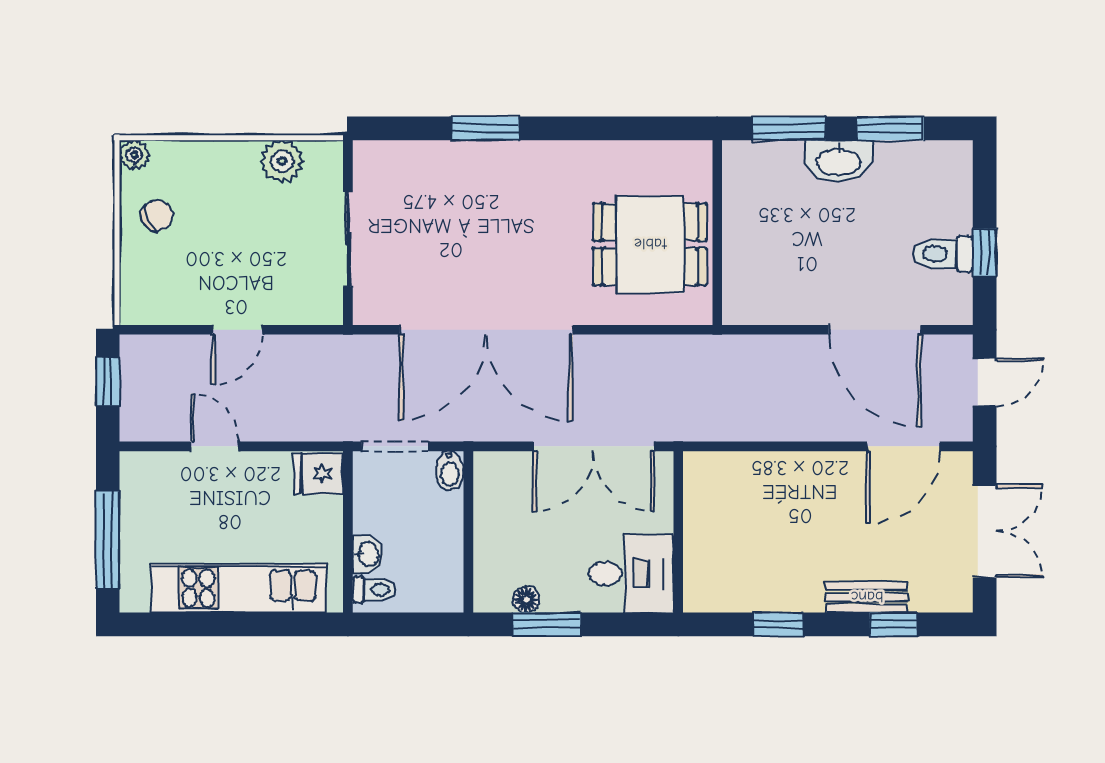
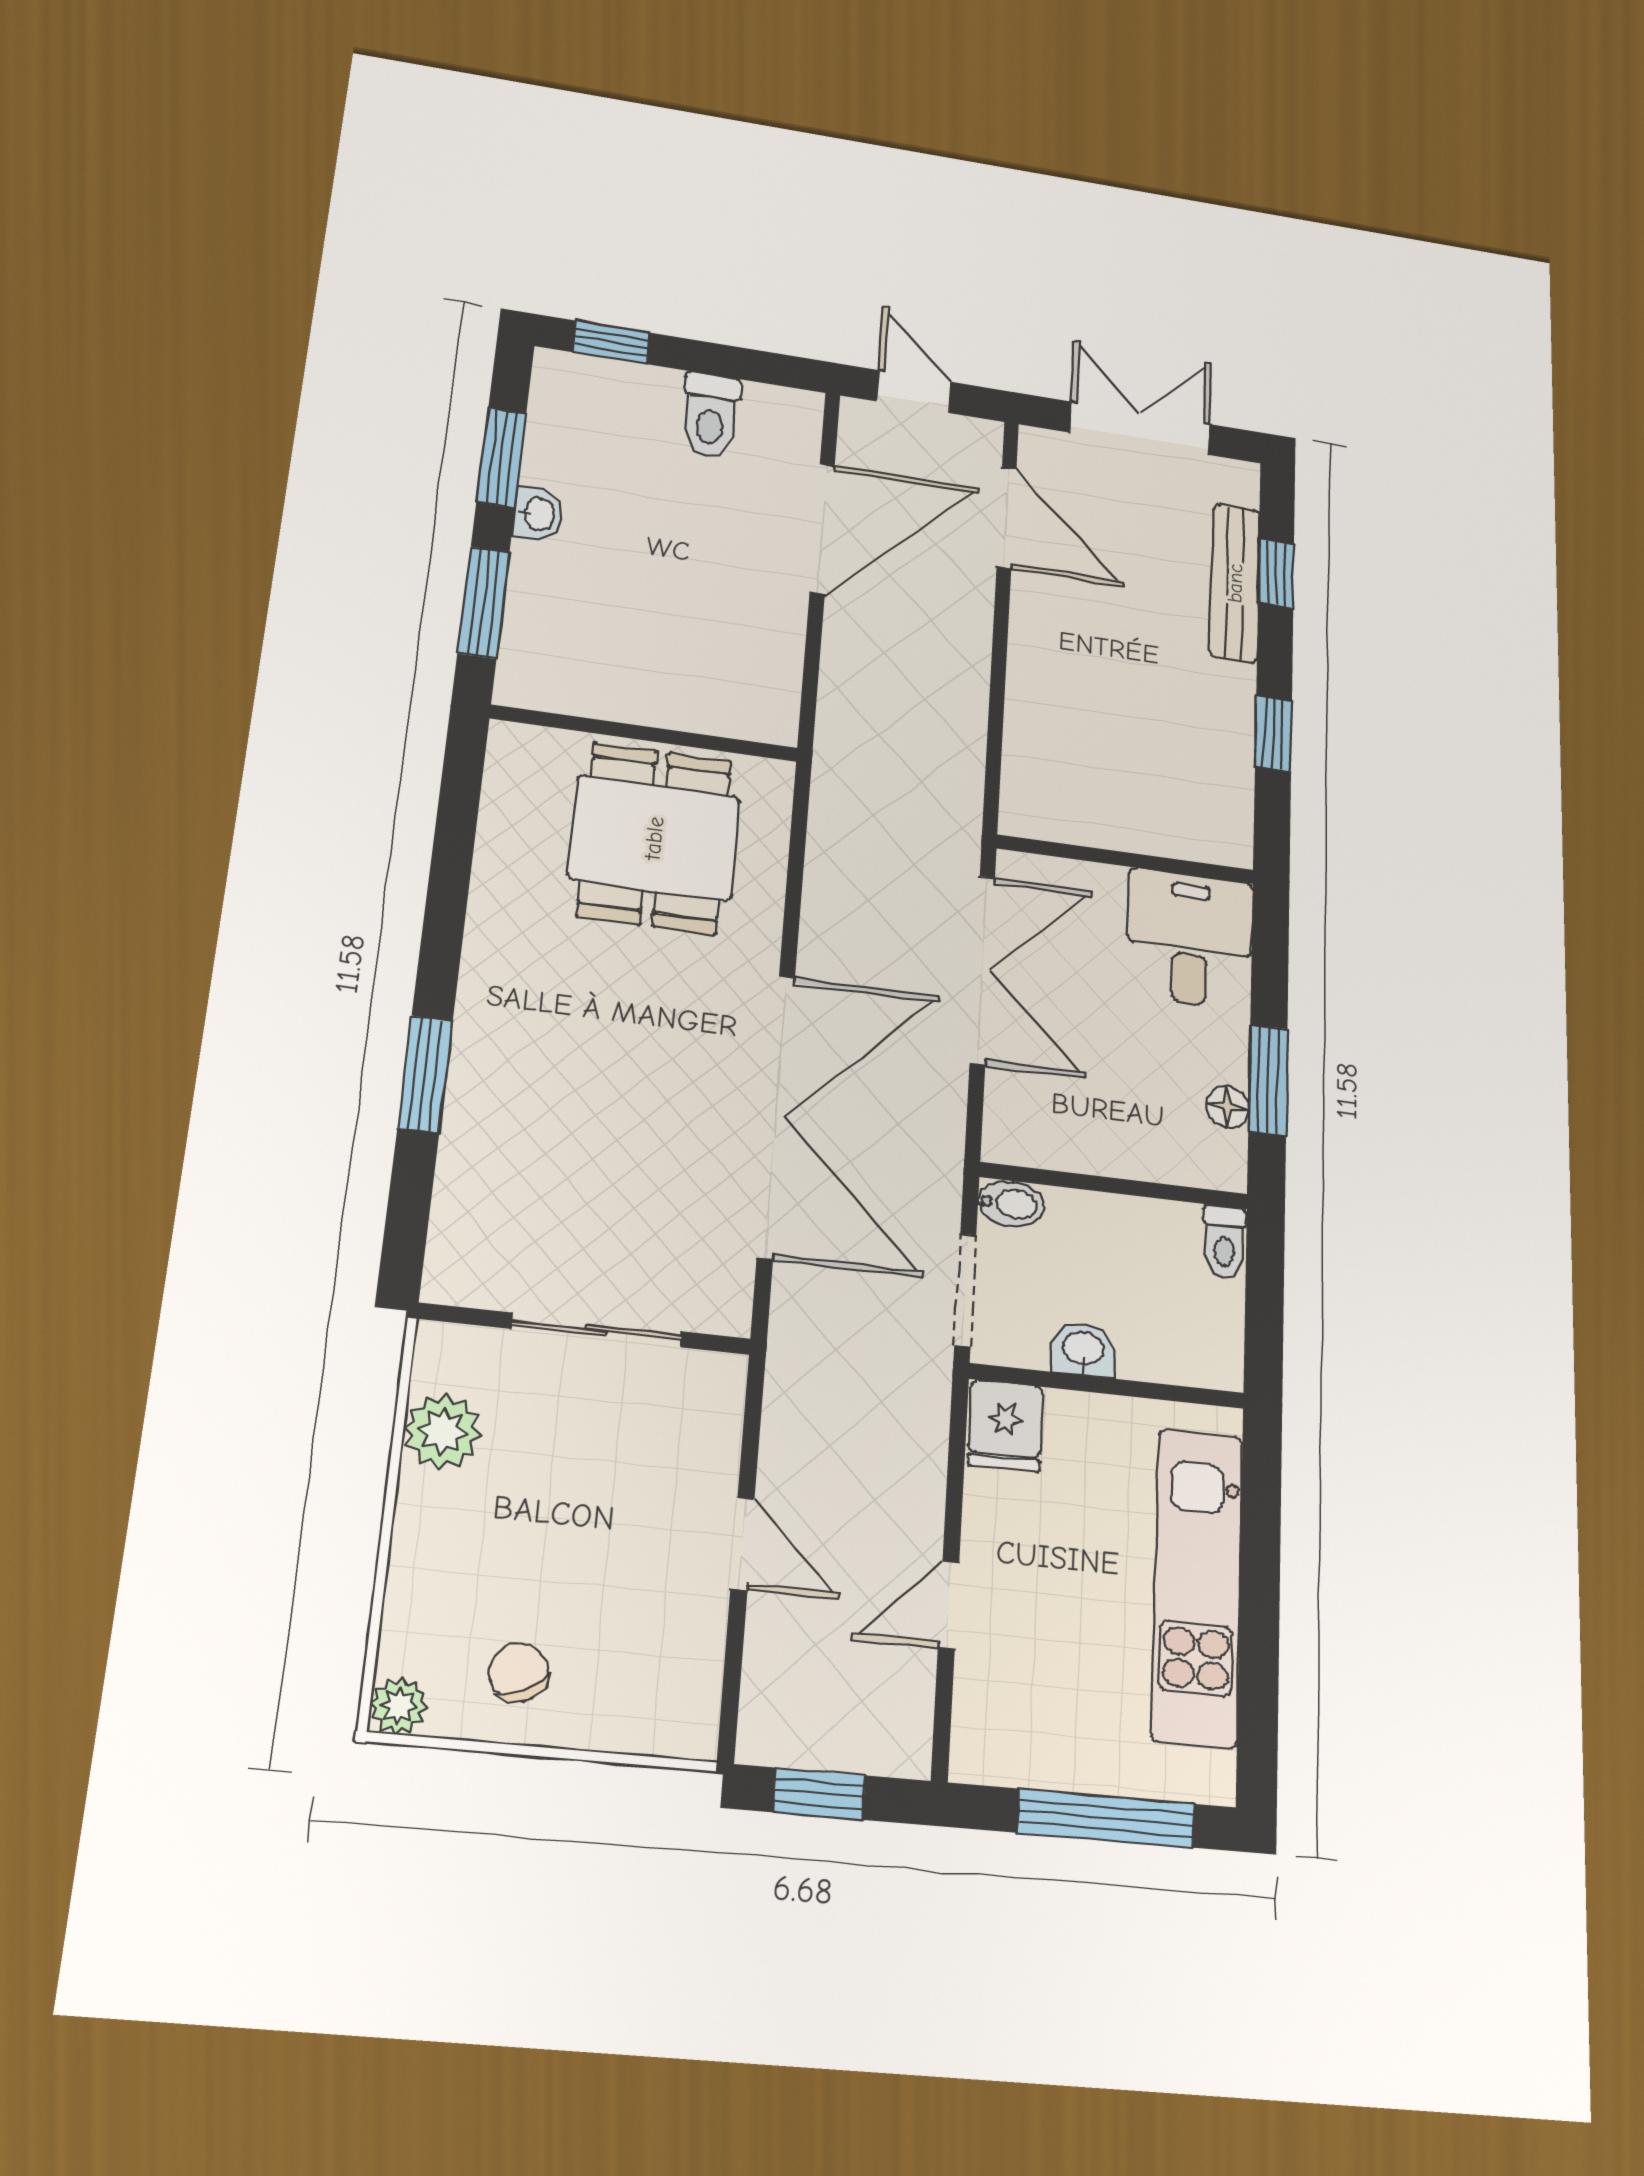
washbasin: (839, 161) -> (538, 514), width x0.52, depth x0.69
window: (985, 252) -> (611, 342), moved
washbasin: (368, 554) -> (1084, 1350), moved
toilet: (374, 590) -> (1224, 1242), moved, turned 180
bench: (867, 597) -> (1235, 583), width x1.36

